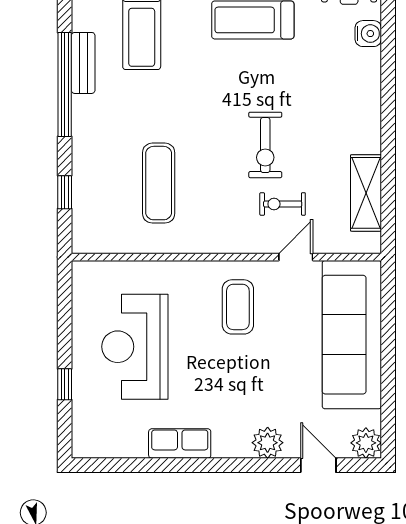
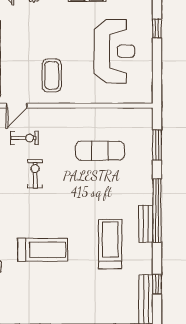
exercise bike: (265, 145) -> (35, 174), width x0.73, depth x0.72
exercise mat: (159, 183) -> (100, 151), turned 90
window: (65, 192) -> (157, 145), width x1.50

